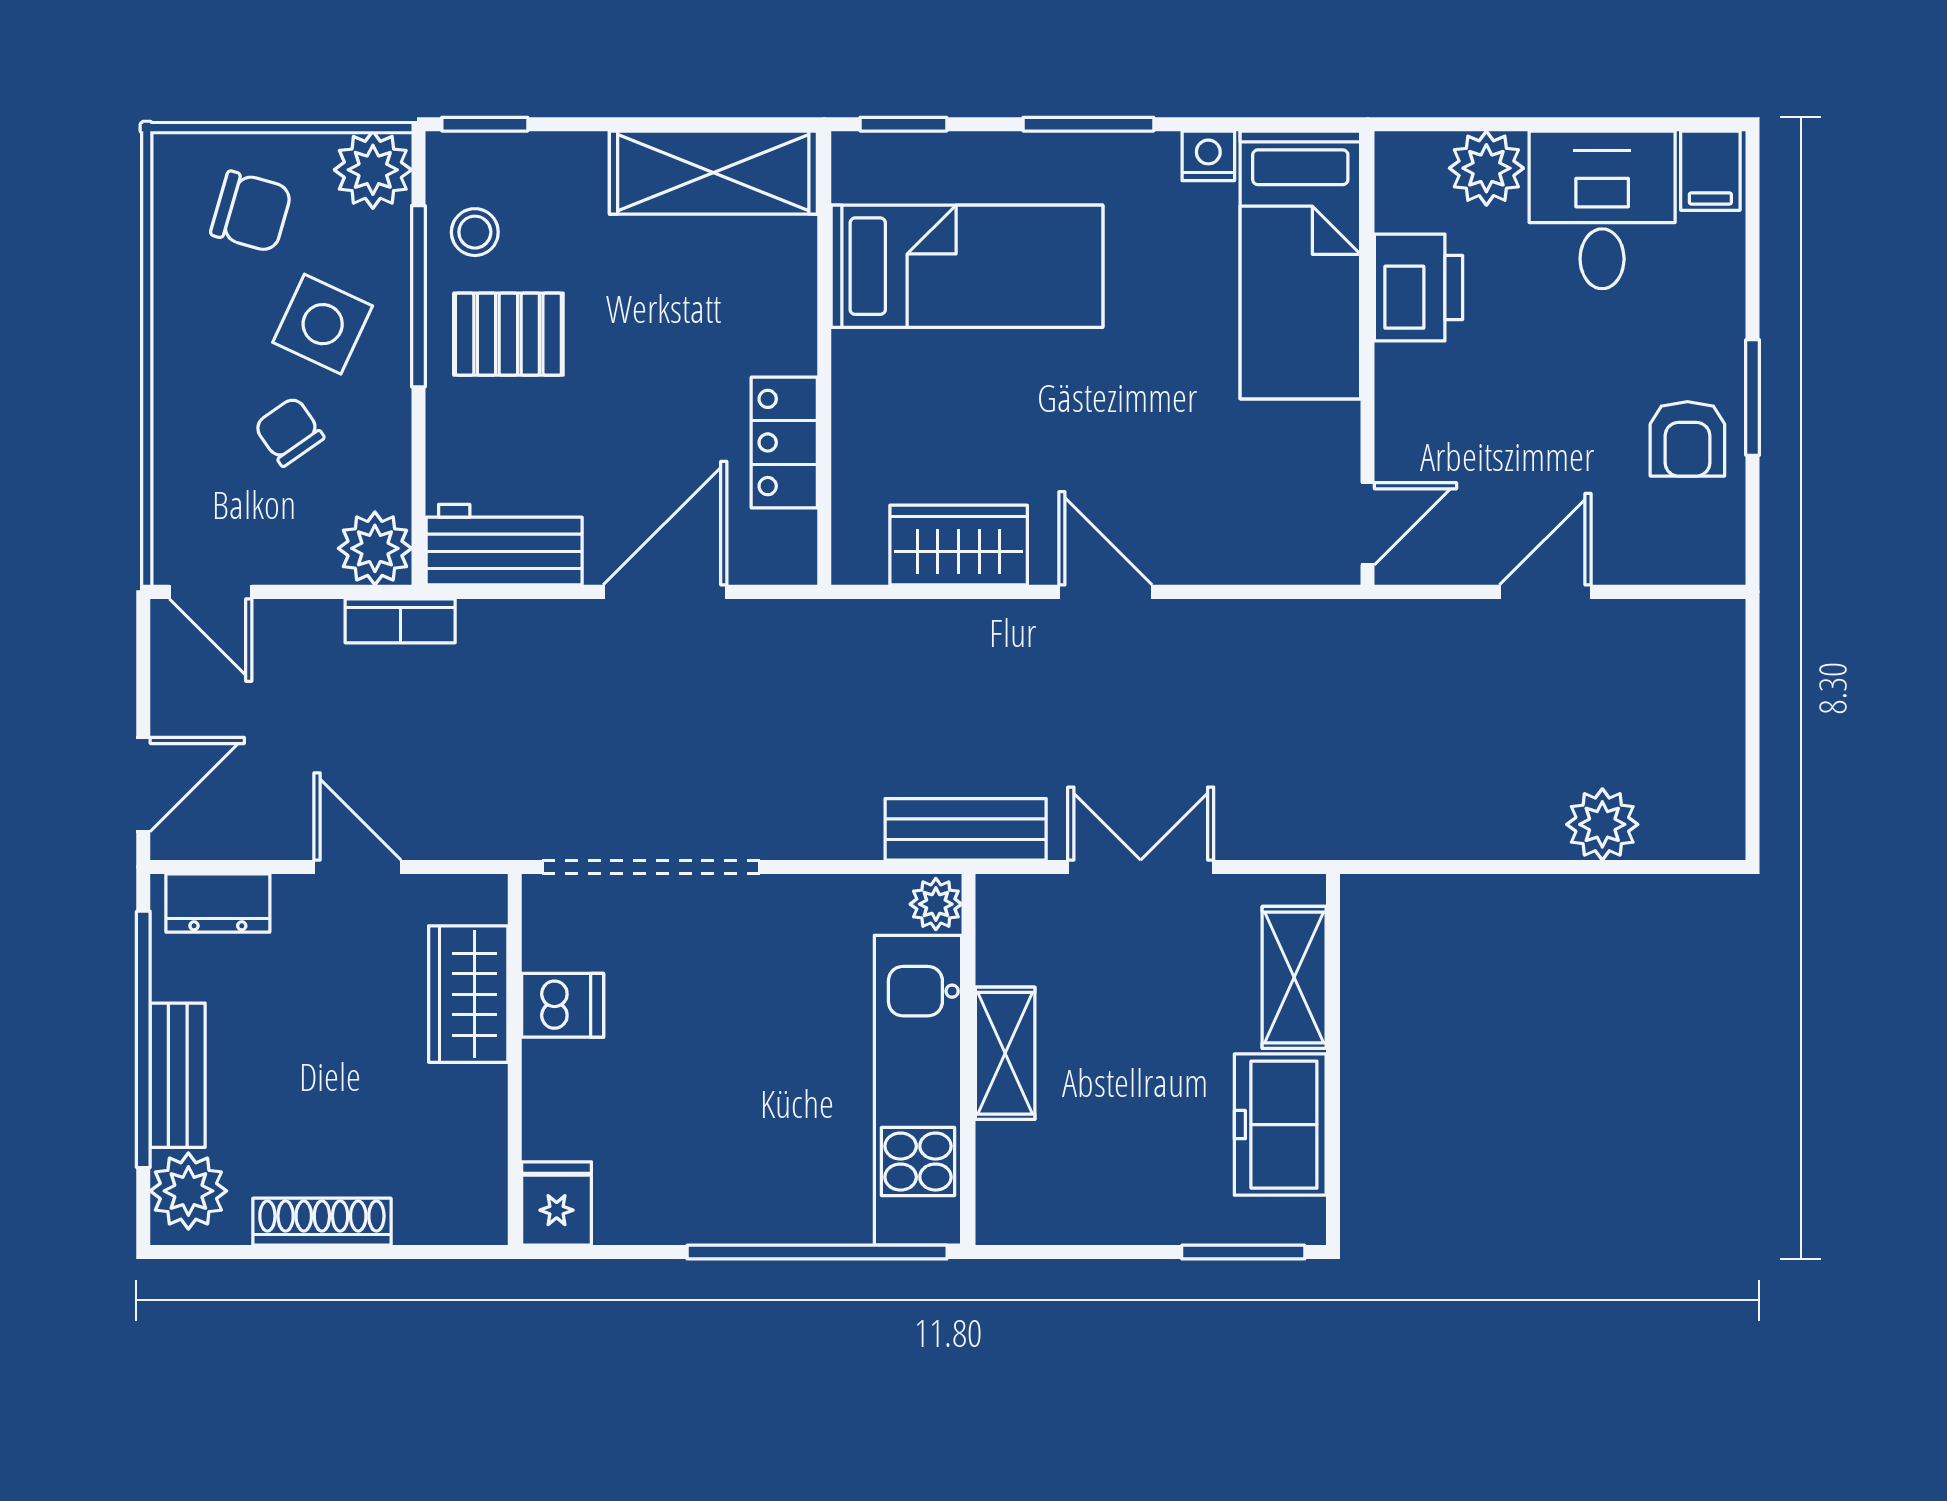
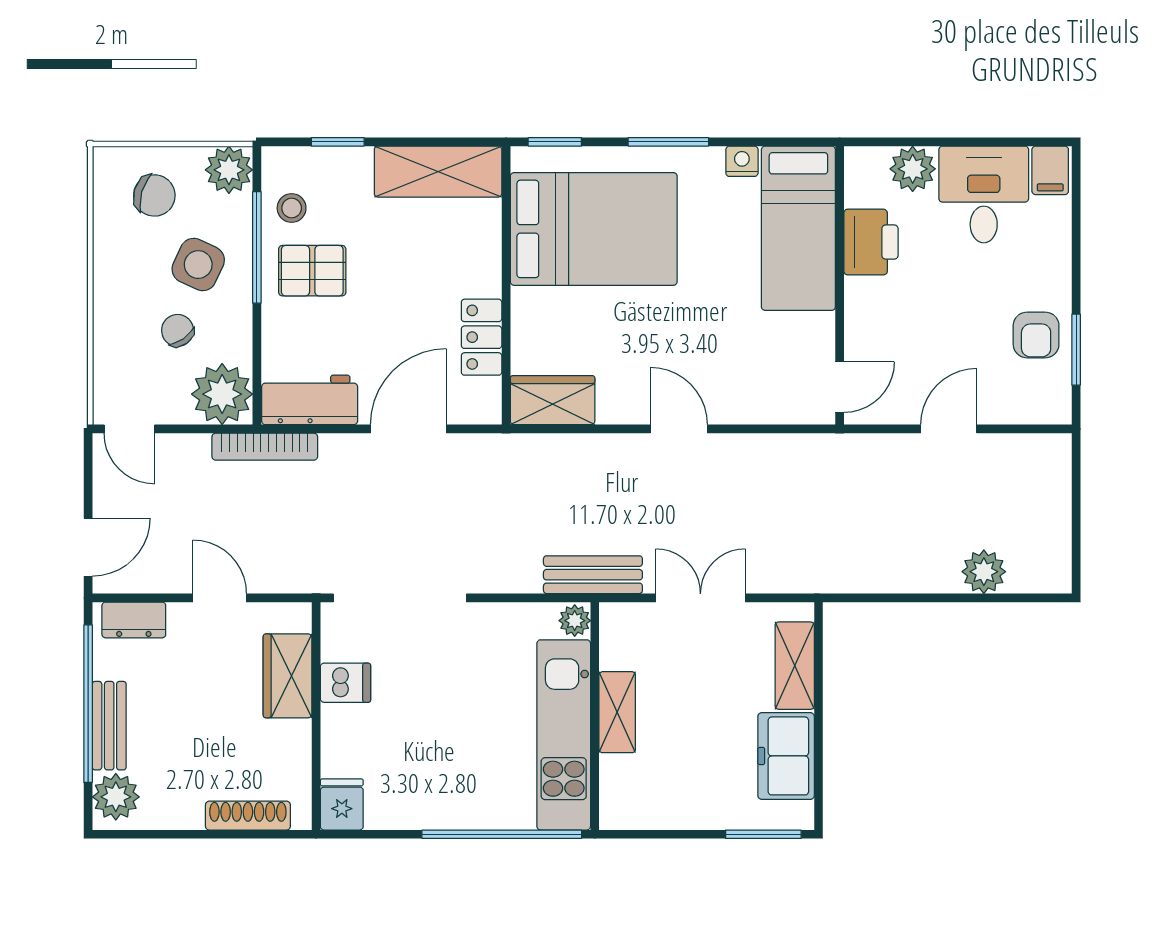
window: (485, 124) -> (338, 142), moved
bed: (967, 266) -> (594, 229), width x1.50
window: (1753, 398) -> (1076, 350), moved
wardrobe: (959, 545) -> (553, 400), moved
plant: (375, 548) -> (222, 394), width x1.36, depth x1.36
bookcase: (400, 621) -> (265, 447), width x1.56
shoe rack: (322, 1222) -> (248, 816), moved

